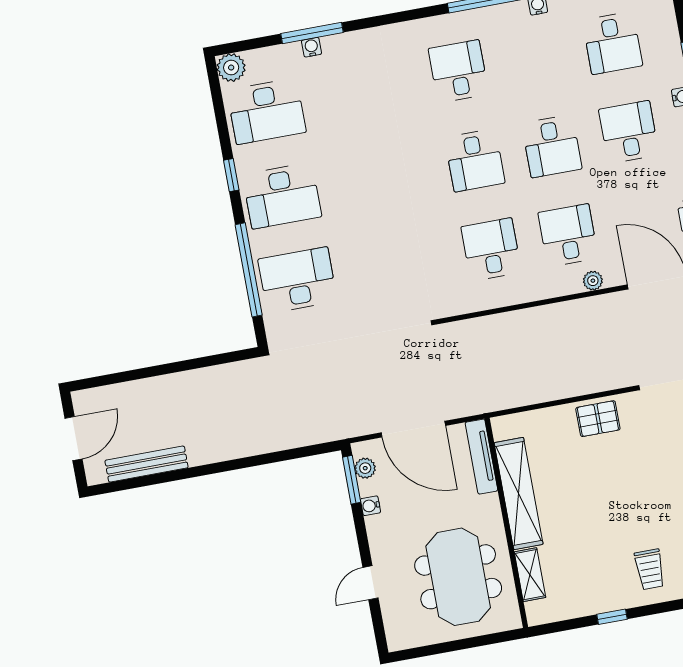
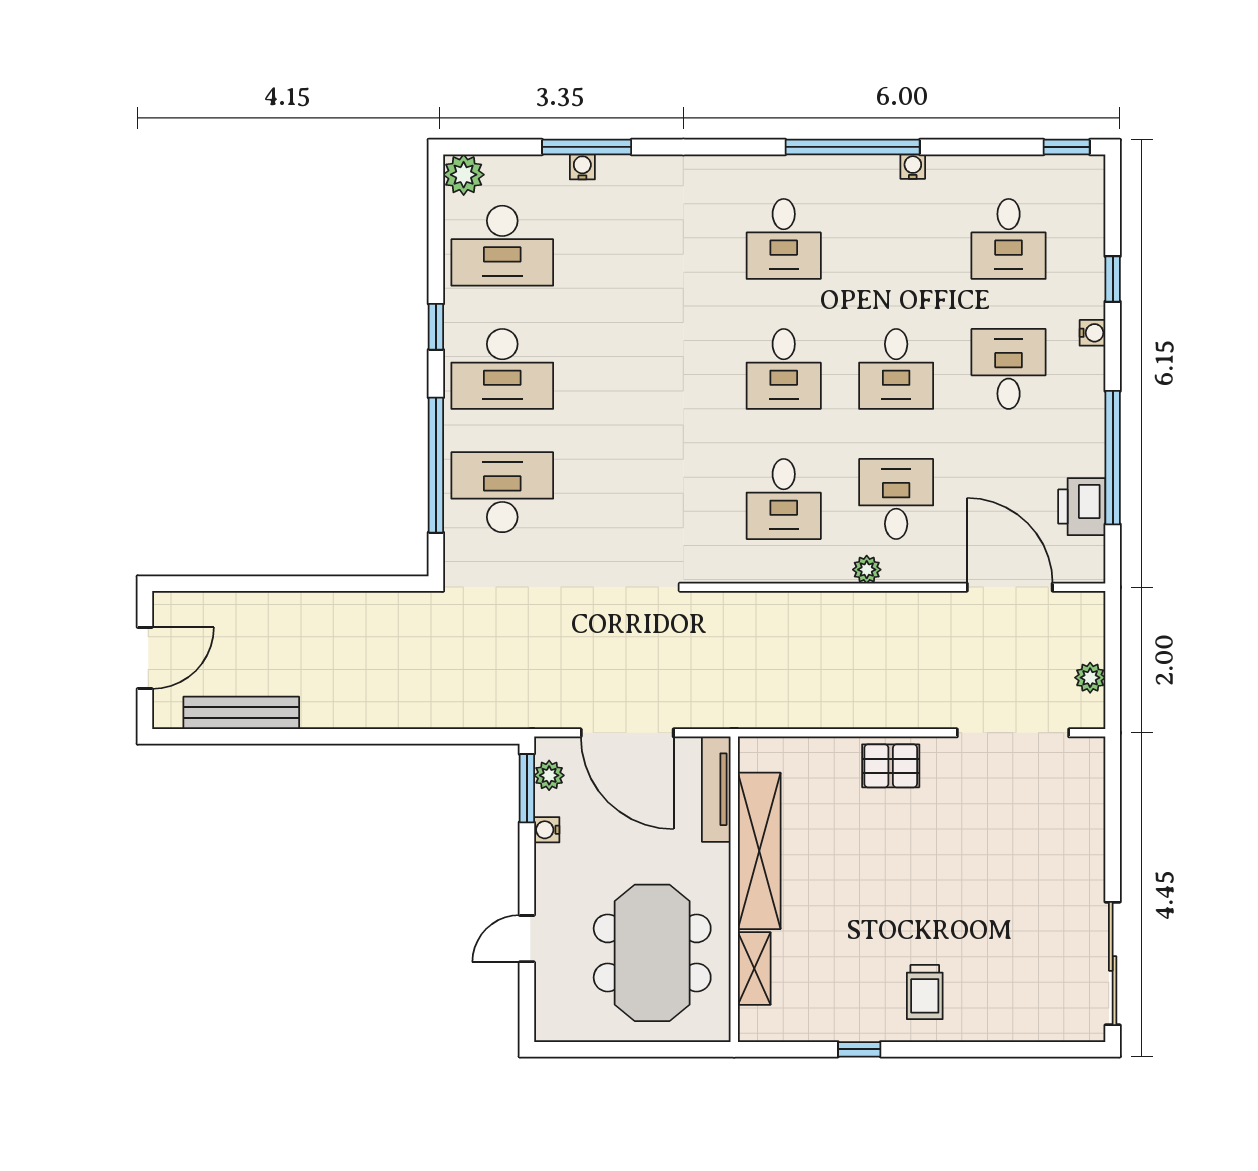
desk: (458, 71) -> (784, 239), turned 180
desk: (491, 249) -> (784, 499), turned 180
plant: (593, 281) -> (867, 570), moved

